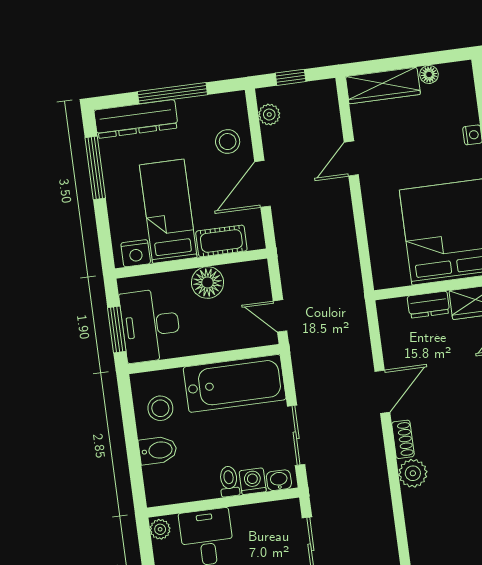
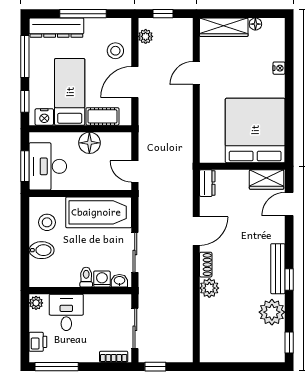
window: (104, 234) -> (25, 101), added
dresser: (428, 305) -> (207, 183), moved, turned -90

